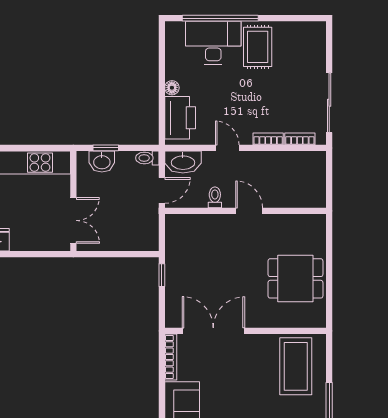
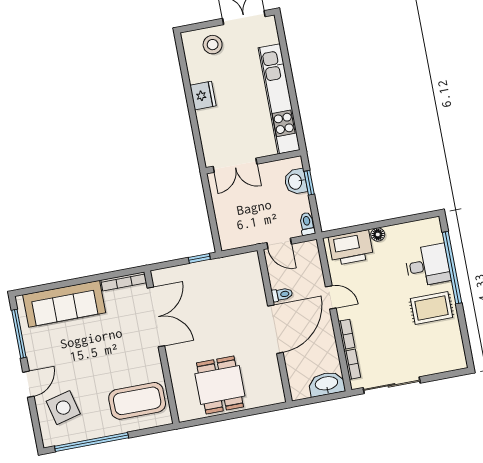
desk: (213, 43) -> (428, 265), width x0.73
door: (227, 148) -> (331, 297), hinge flipped
washbasin: (183, 162) -> (327, 384), moved, turned 90
door: (249, 211) -> (275, 329), width x1.87

